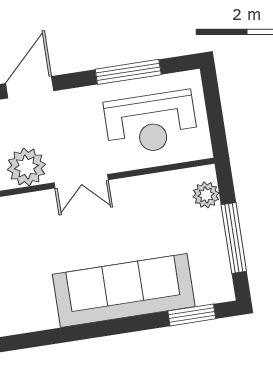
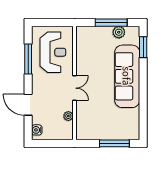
plant: (26, 167) -> (68, 116), width x0.53, depth x0.53
plant: (206, 195) -> (119, 32), moved

